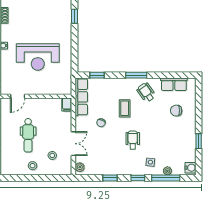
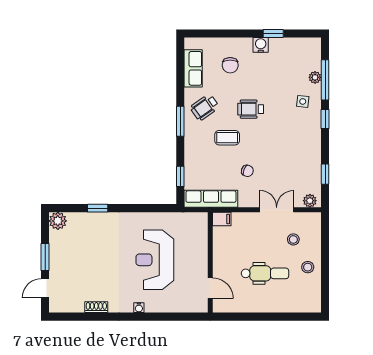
reception desk: (38, 57) -> (155, 260), turned 180
wheelchair: (133, 140) -> (251, 109), moved
water cooler: (191, 168) -> (261, 45), moved
window: (110, 178) -> (325, 174), moved

